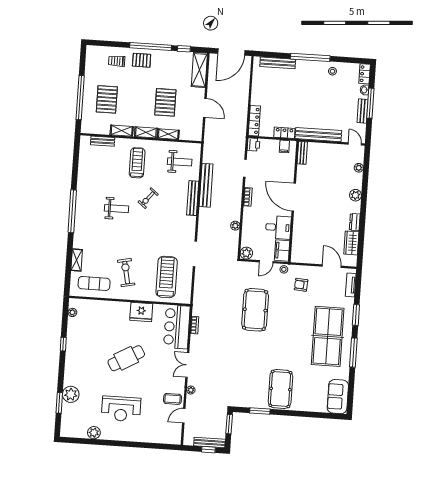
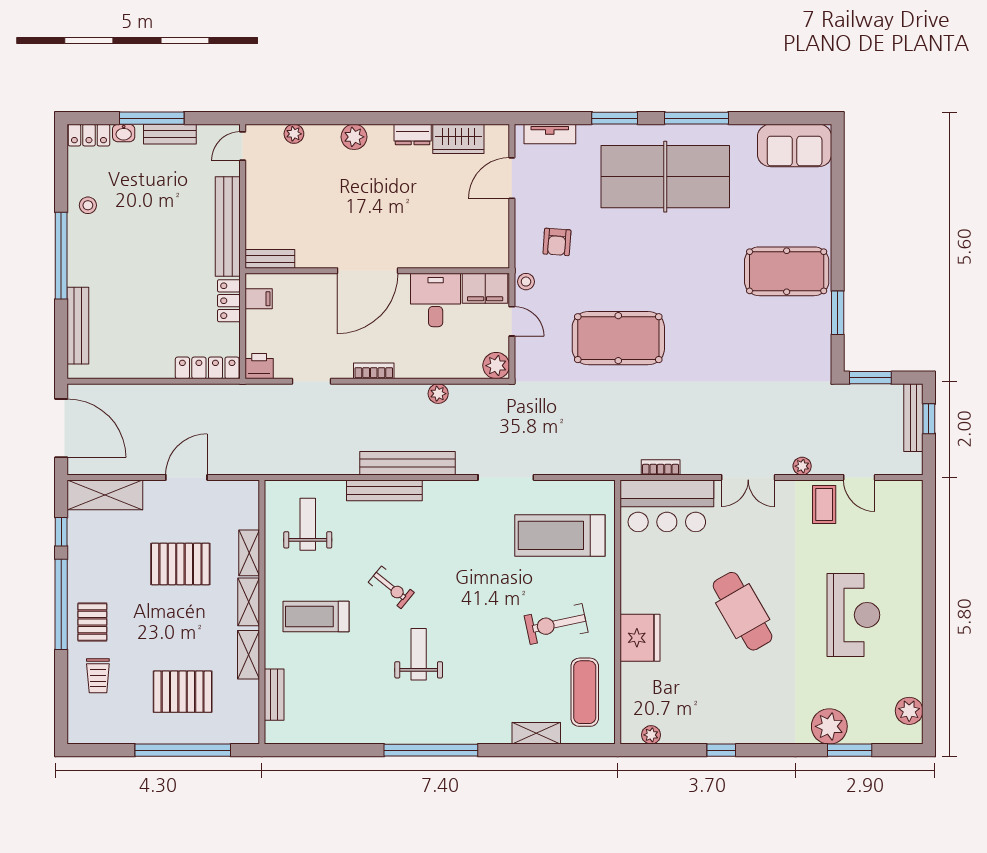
bench: (206, 185) -> (408, 463), moved
fridge: (141, 312) -> (640, 638), moved
plant: (94, 433) -> (909, 711), moved

